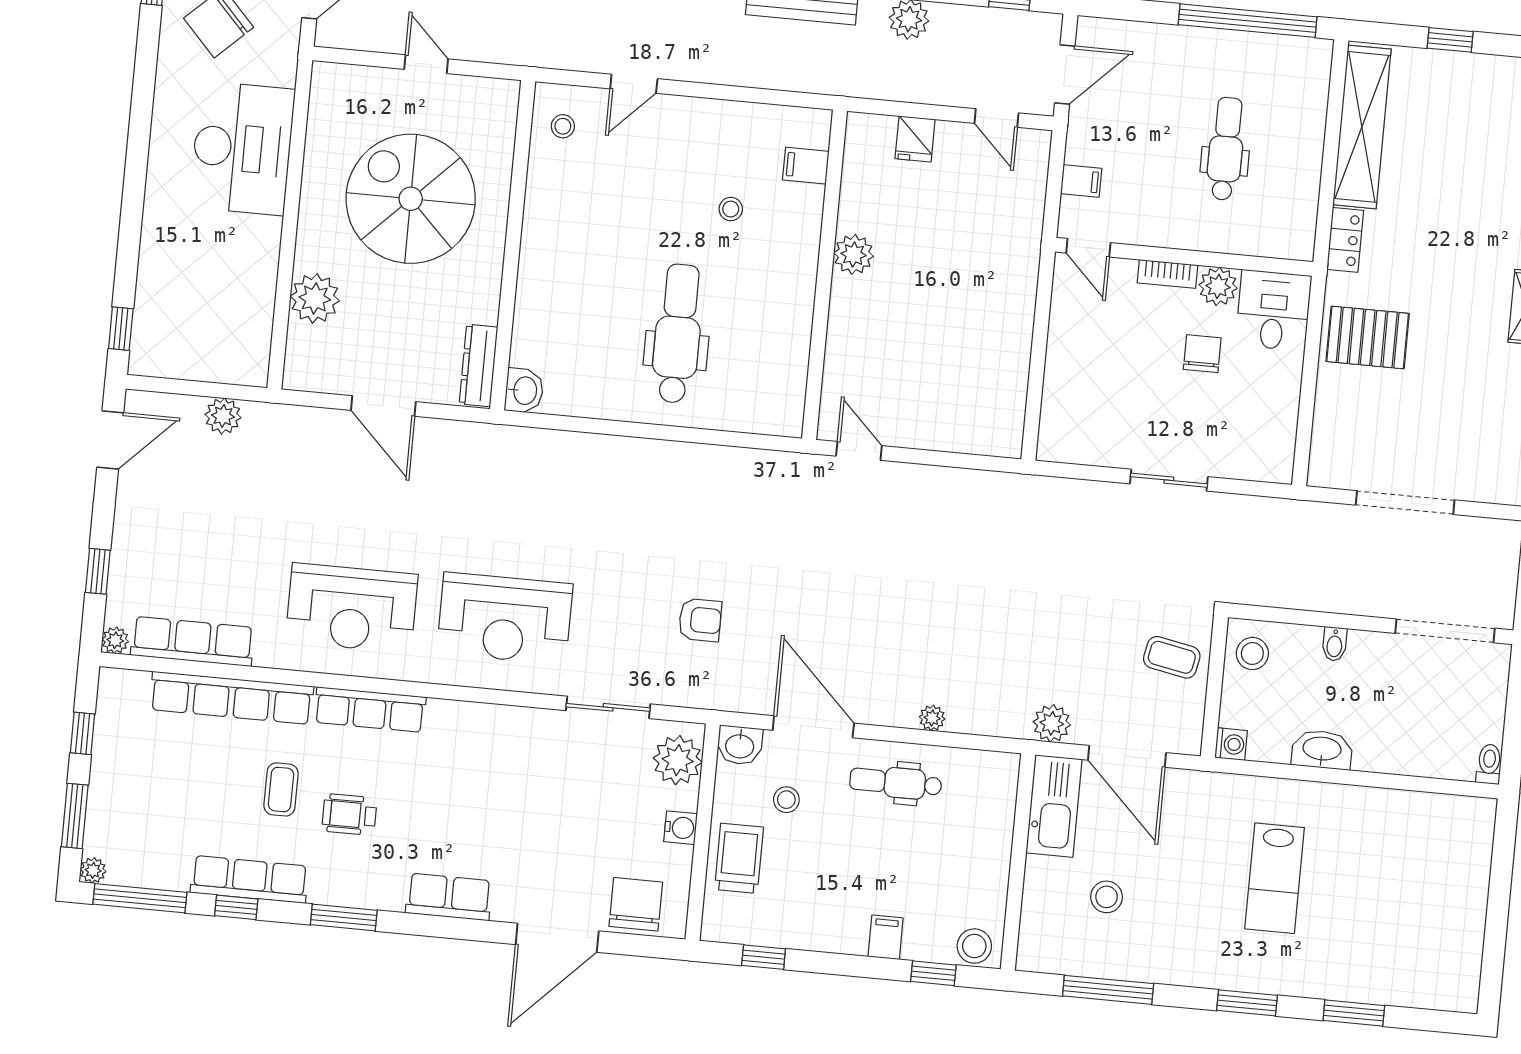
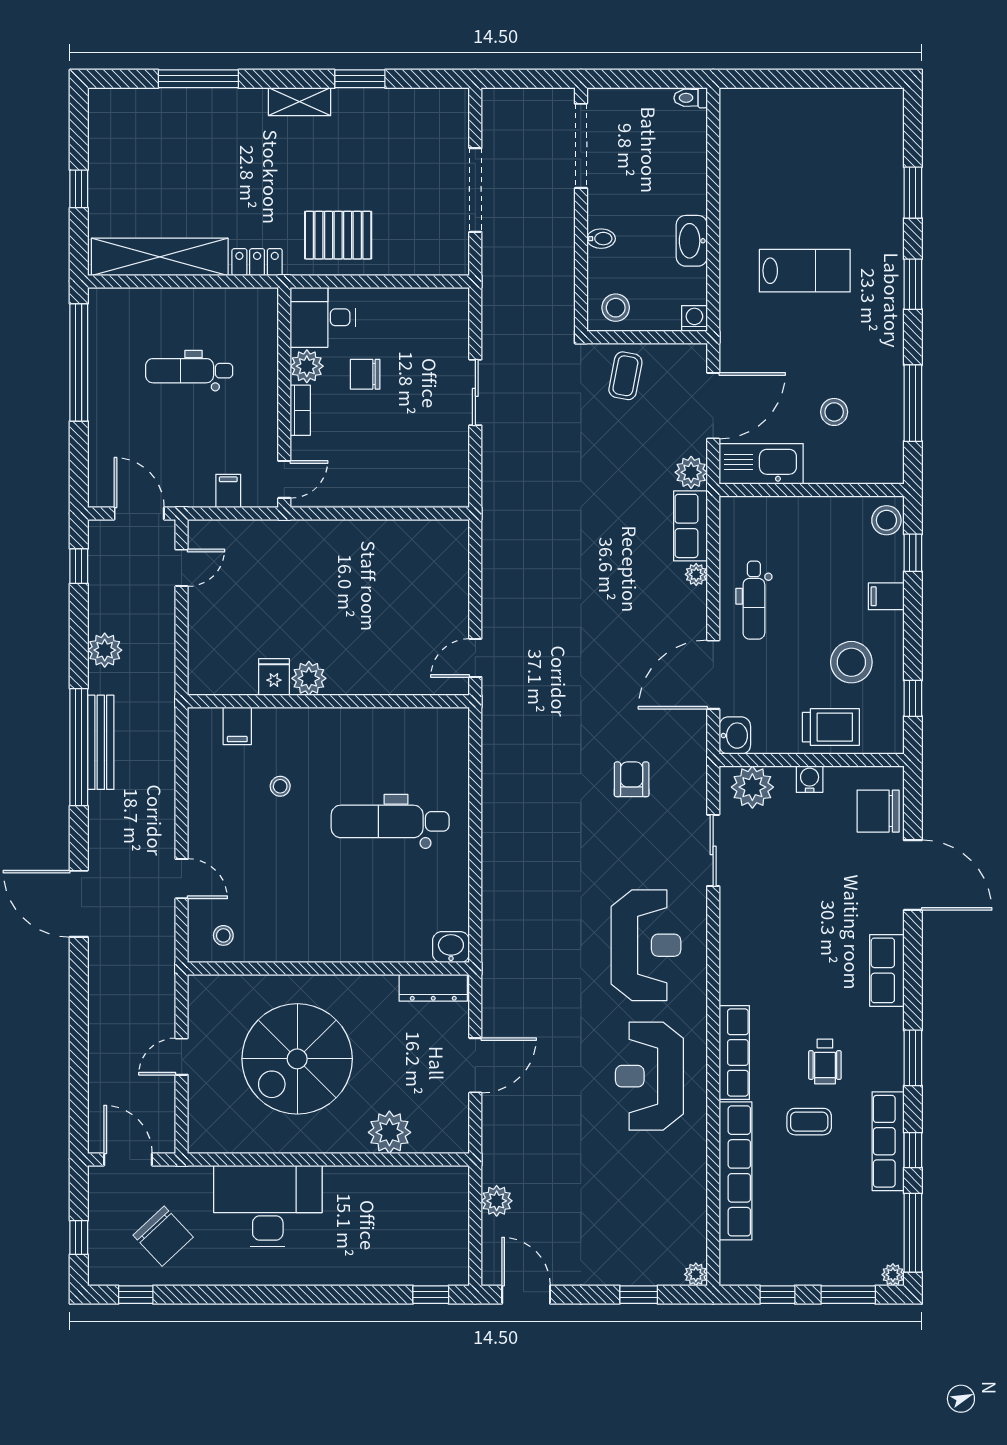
fridge: (915, 139) -> (274, 677), moved, turned -90
pallet: (1368, 337) -> (338, 235), turned 90
reception desk: (352, 608) -> (649, 1076), turned 180
row of seats: (192, 641) -> (691, 526), moved, width x0.68
stool: (786, 800) -> (851, 662), moved, width x1.89, depth x1.89
trolley: (739, 858) -> (831, 727), turned 180

